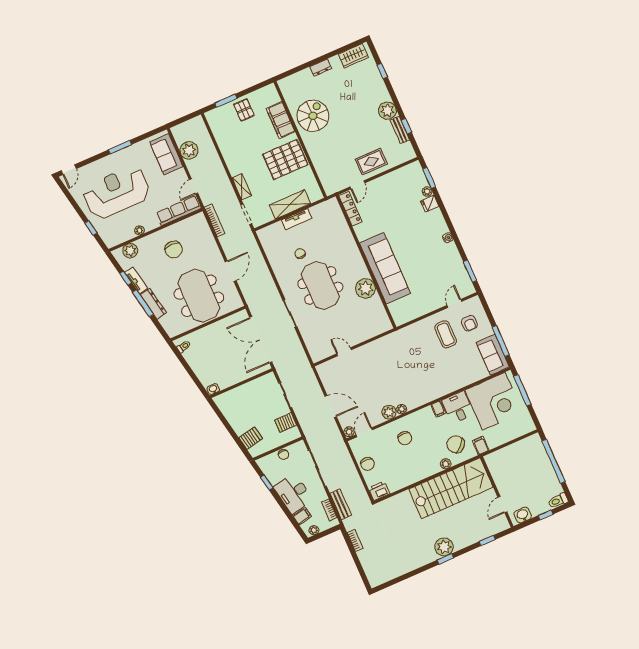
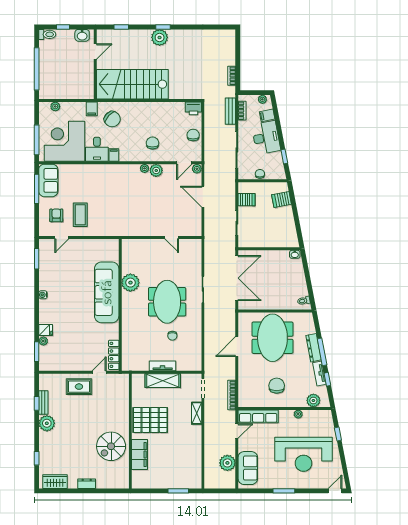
pallet: (244, 110) -> (167, 477), removed
plant: (446, 464) -> (55, 106), moved

